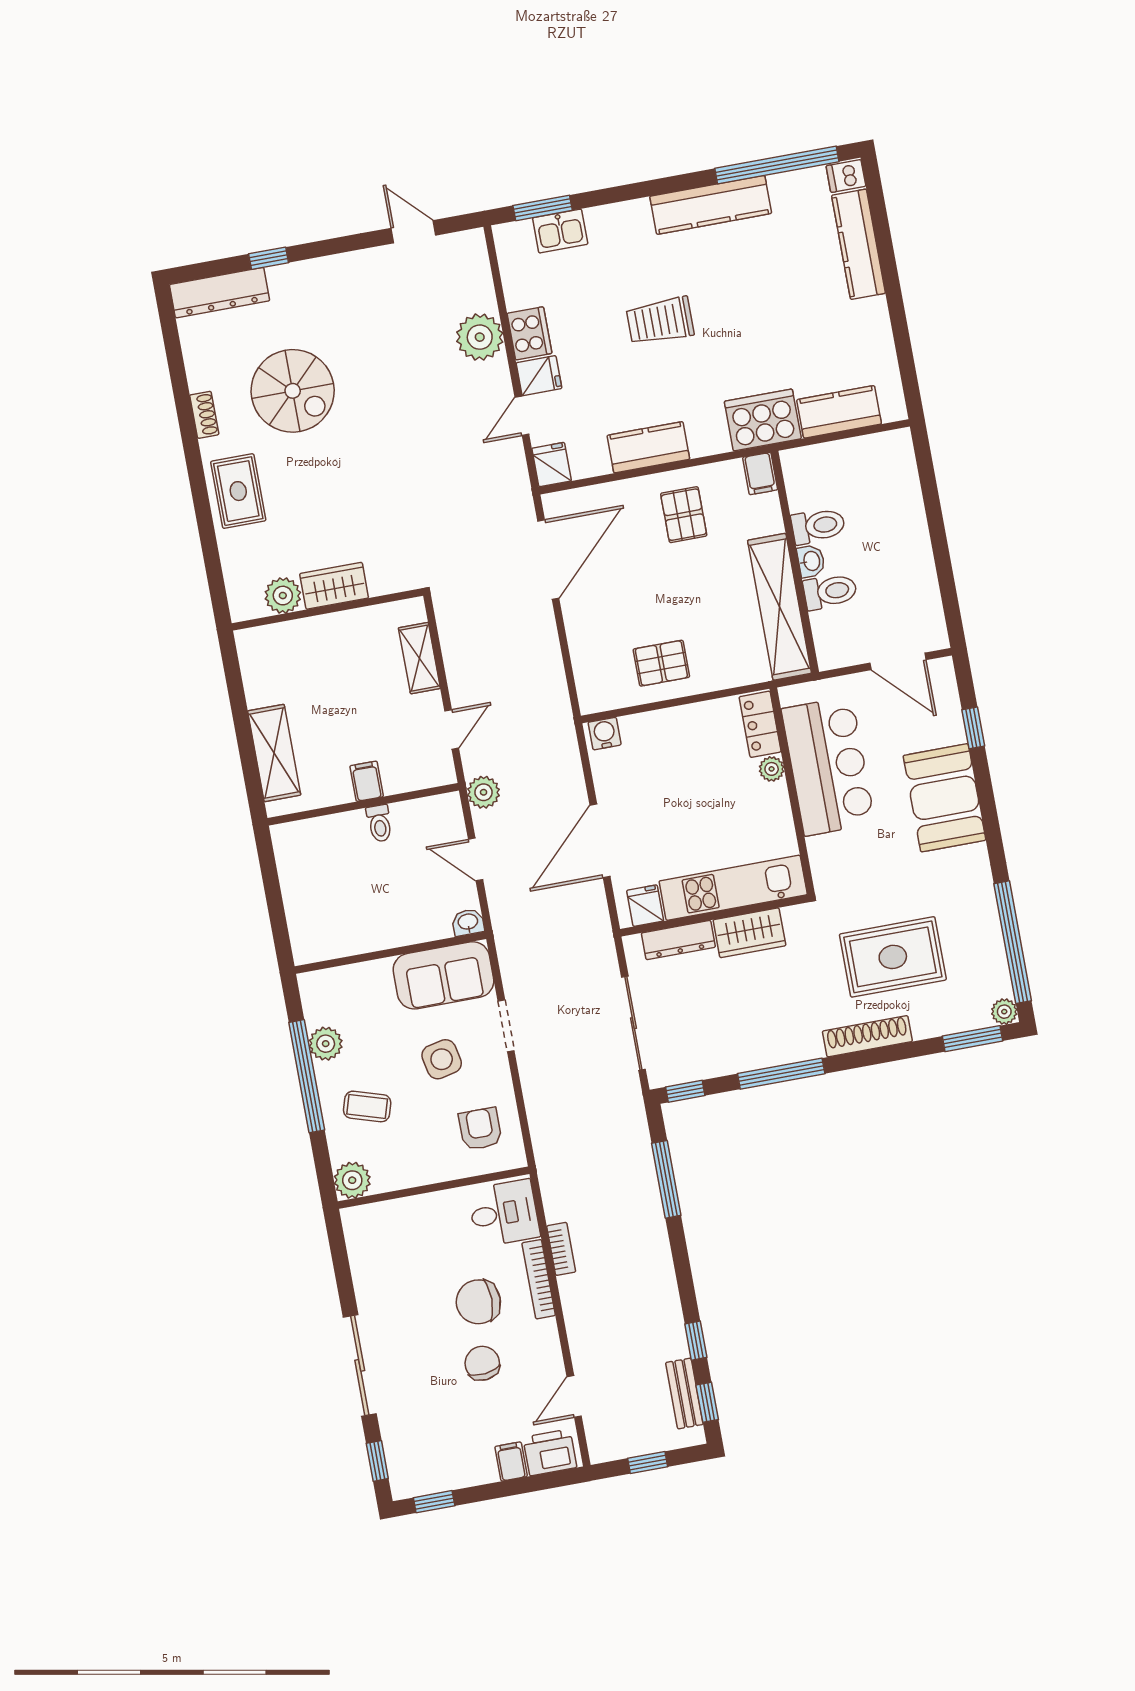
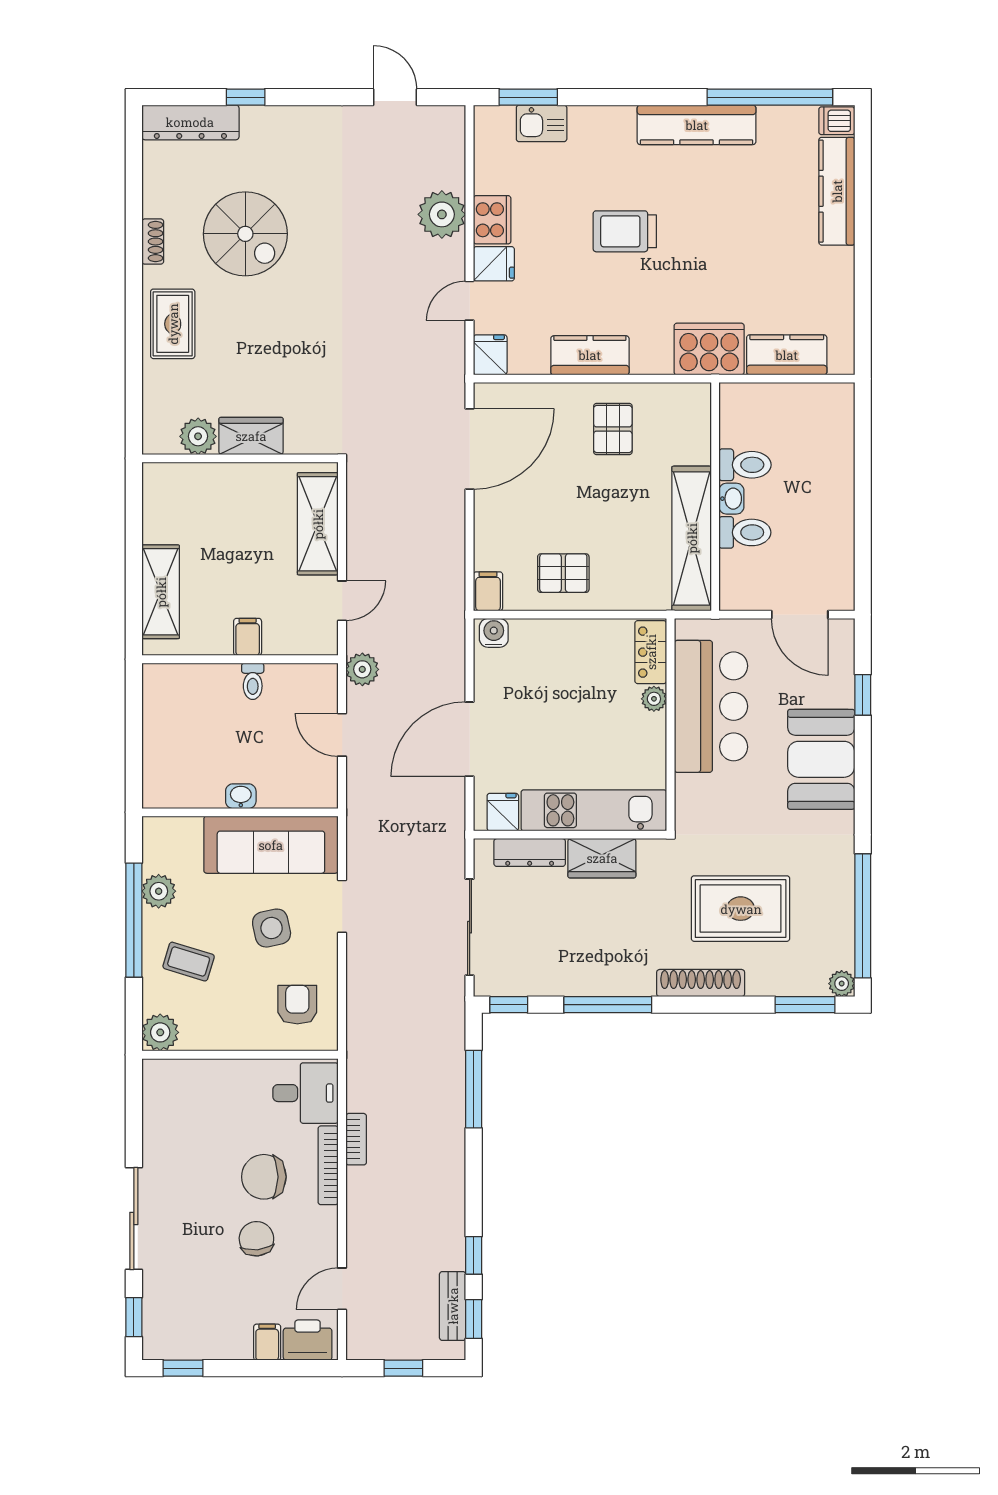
filing cabinet: (760, 474) -> (488, 591), moved, turned 180
shelving: (419, 658) -> (318, 524), width x1.50, depth x1.33
washbasin: (468, 922) -> (241, 796), moved
sofa: (443, 975) -> (271, 845), width x1.36

